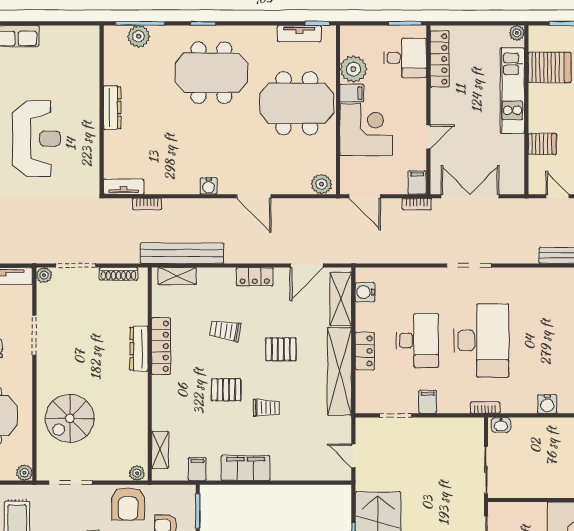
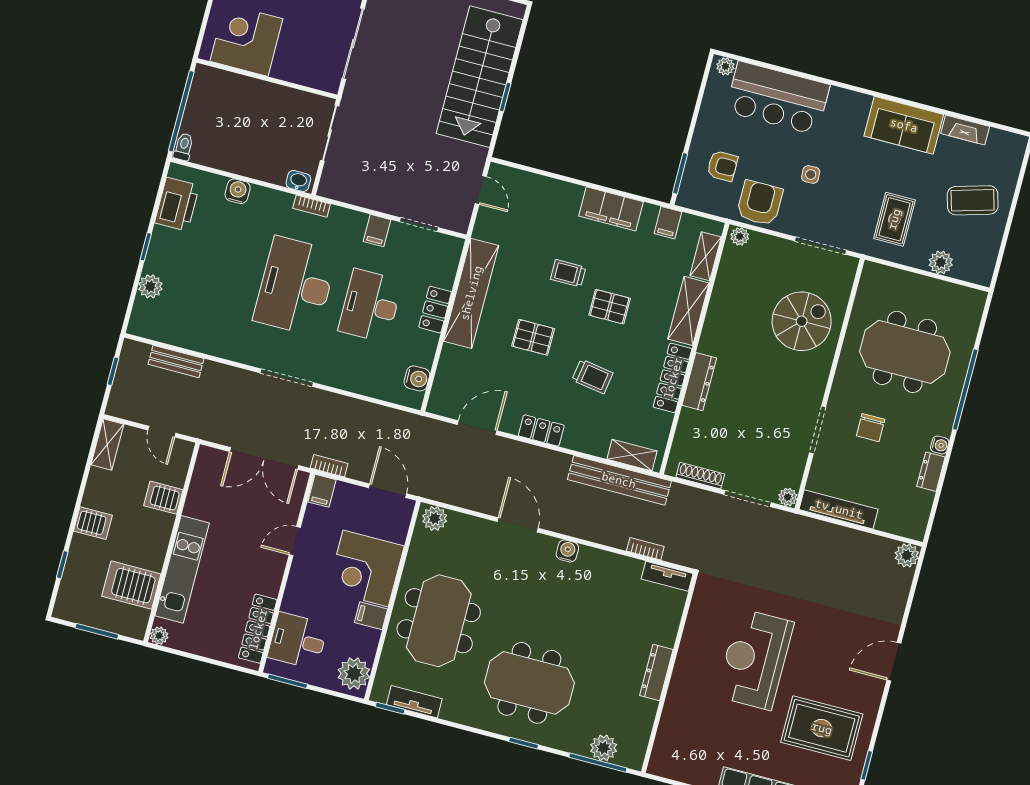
plant: (353, 69) -> (354, 674), moved
meeting table: (297, 103) -> (439, 621), turned 90
shelving: (341, 299) -> (688, 311), moved
plant: (24, 473) -> (872, 272), removed

